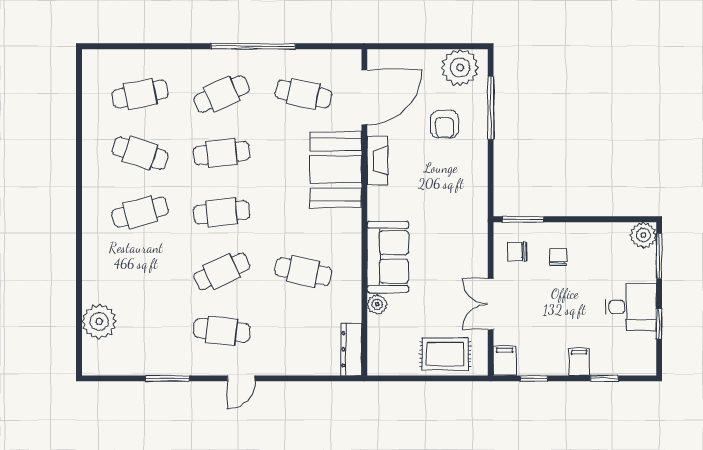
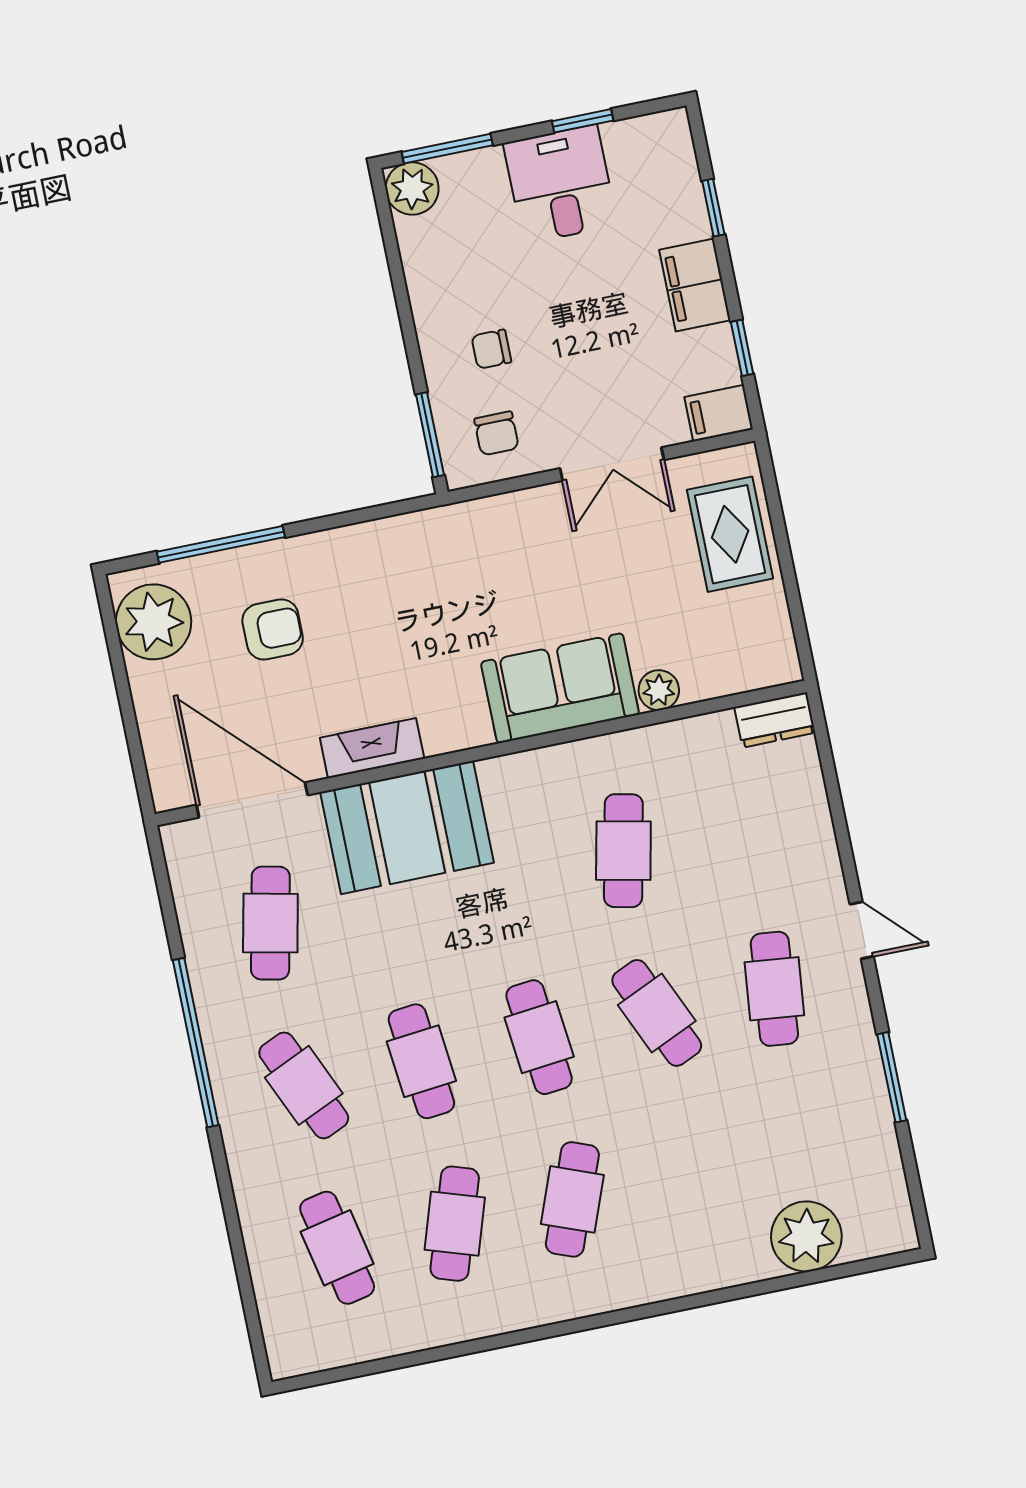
cafe table: (140, 212) -> (572, 1199), turned 36
dresser: (351, 349) -> (775, 720), width x0.70
filing cabinet: (579, 362) -> (695, 285), width x2.00

